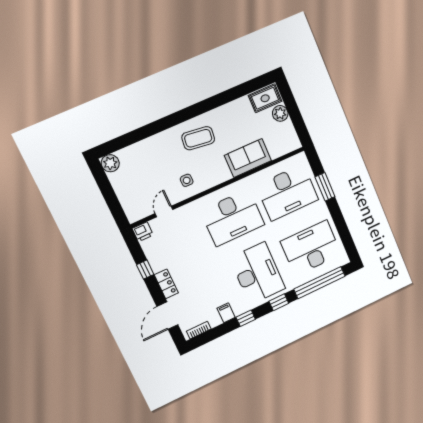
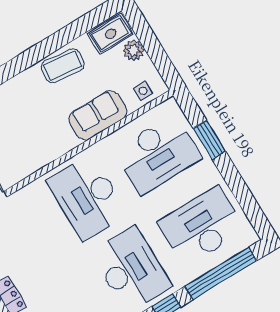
coffee table: (198, 138) -> (63, 66), moved
side table: (187, 180) -> (143, 91), moved
desk: (232, 218) -> (87, 197), turned 90

